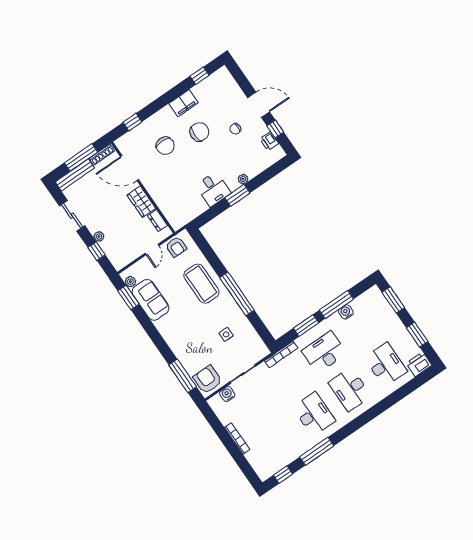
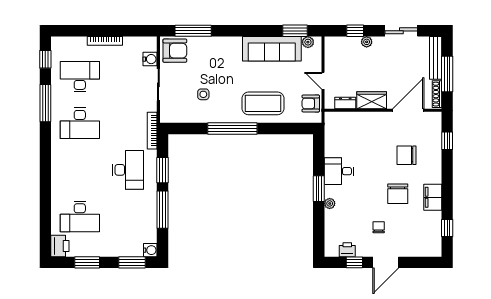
sofa: (151, 300) -> (272, 49), width x1.36
water cooler: (346, 312) -> (150, 250), moved
desk: (350, 389) -> (80, 77), moved

